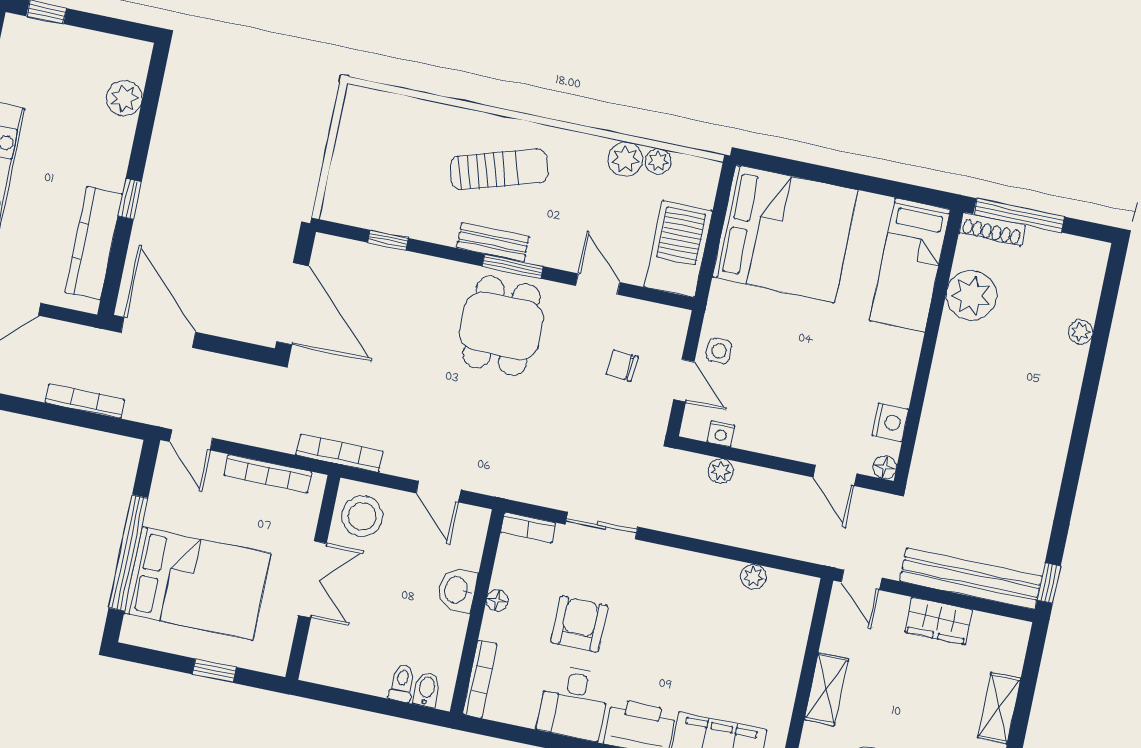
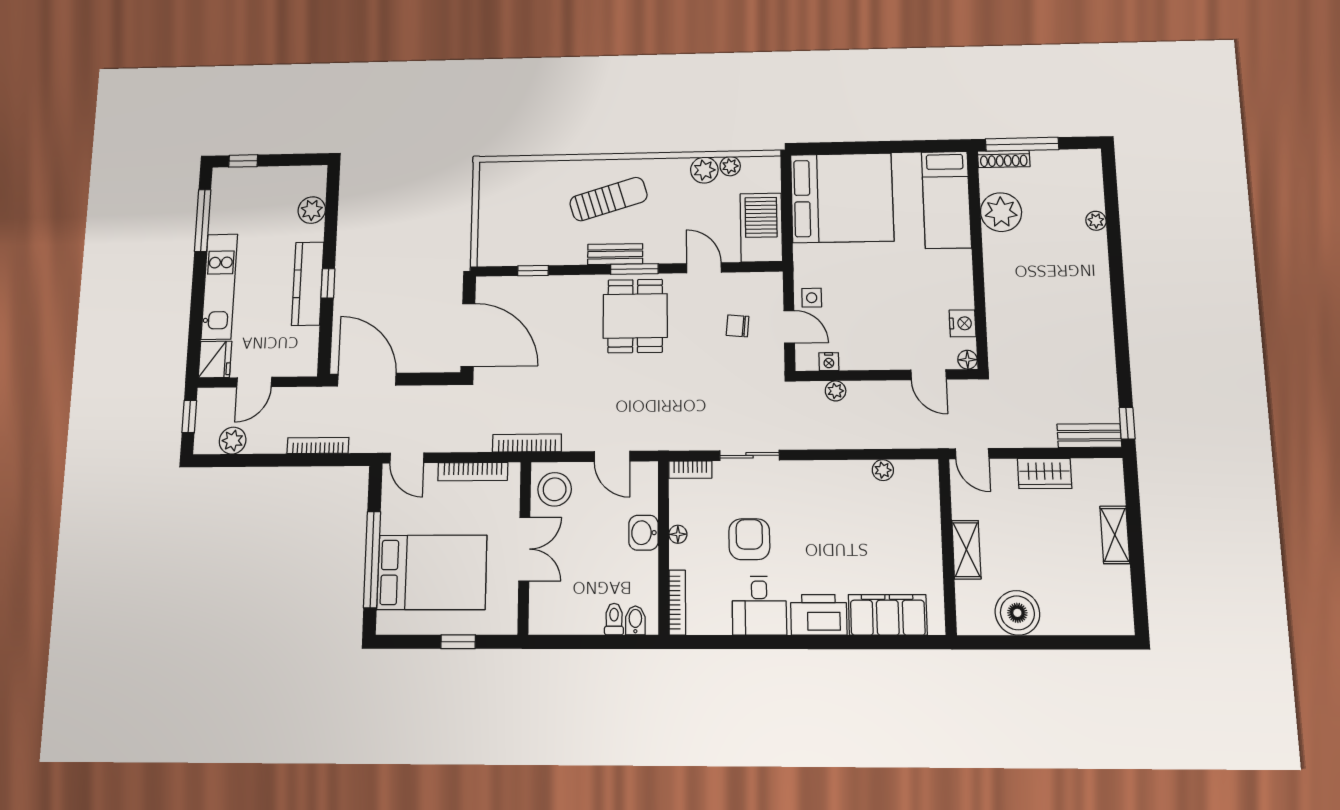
kitchen counter: (94, 243) -> (308, 284), moved
bench: (971, 579) -> (1089, 436), width x0.54, depth x0.82

